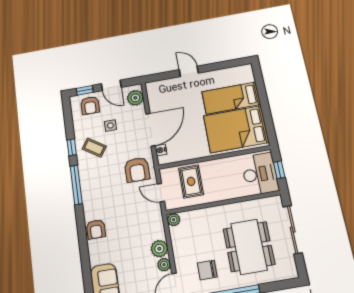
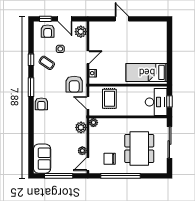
bed: (231, 98) -> (148, 45), removed
bed: (236, 129) -> (147, 72), width x0.67
door: (151, 130) -> (88, 57), width x0.53
window: (76, 185) -> (31, 87), width x0.69
armchair: (96, 229) -> (41, 104), moved
plant: (159, 249) -> (81, 127), moved

